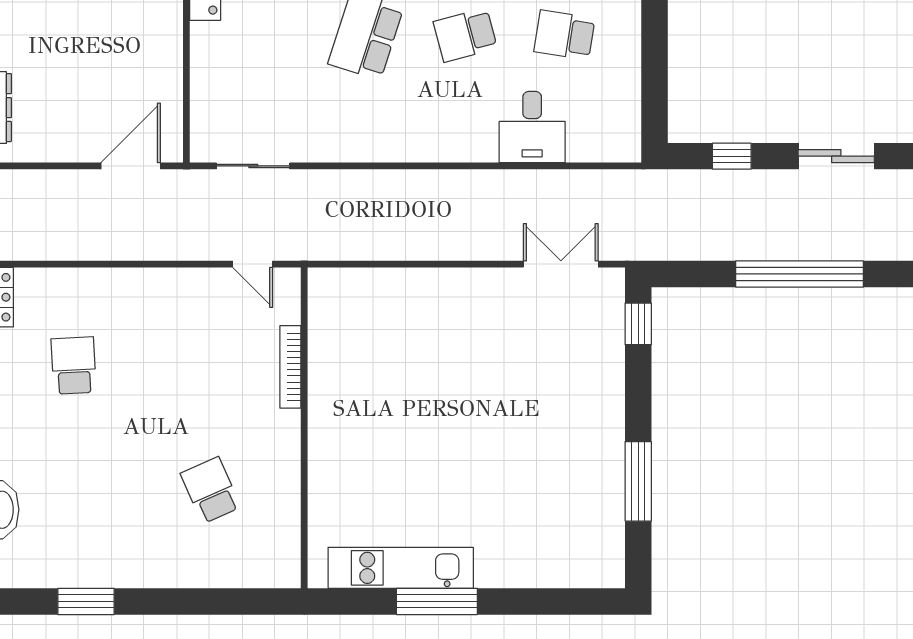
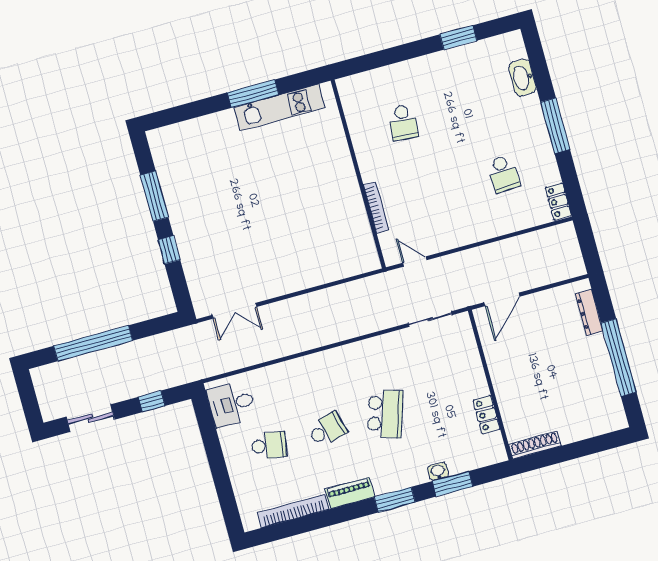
desk: (532, 127) -> (232, 404), moved, turned -90
window: (638, 324) -> (169, 250), moved
school desk: (211, 490) -> (403, 122), turned 30

